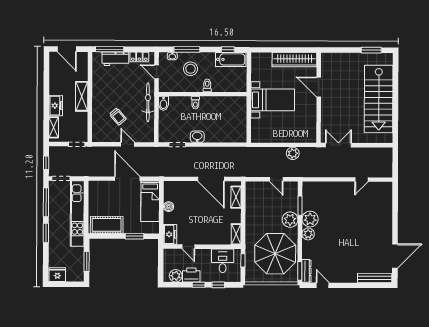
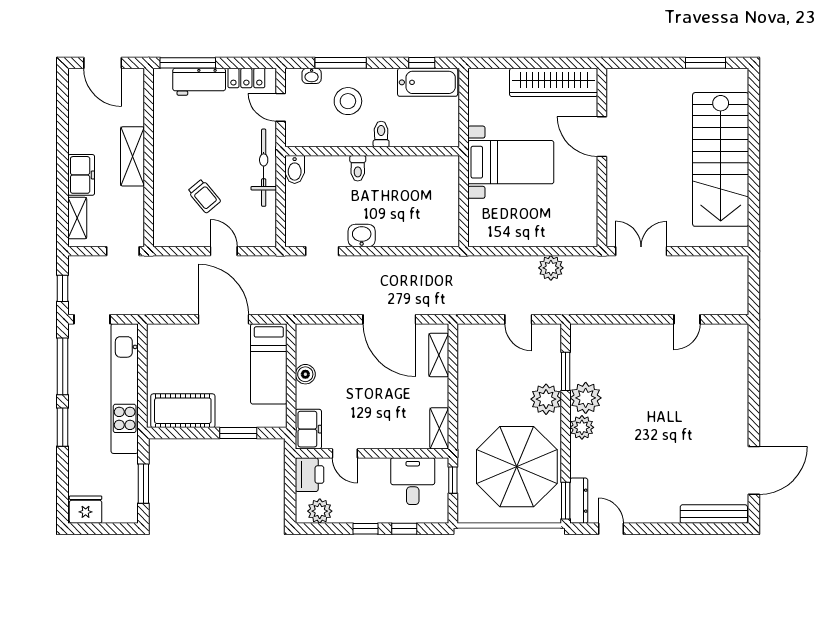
printer: (191, 275) -> (310, 475), moved, turned 90

